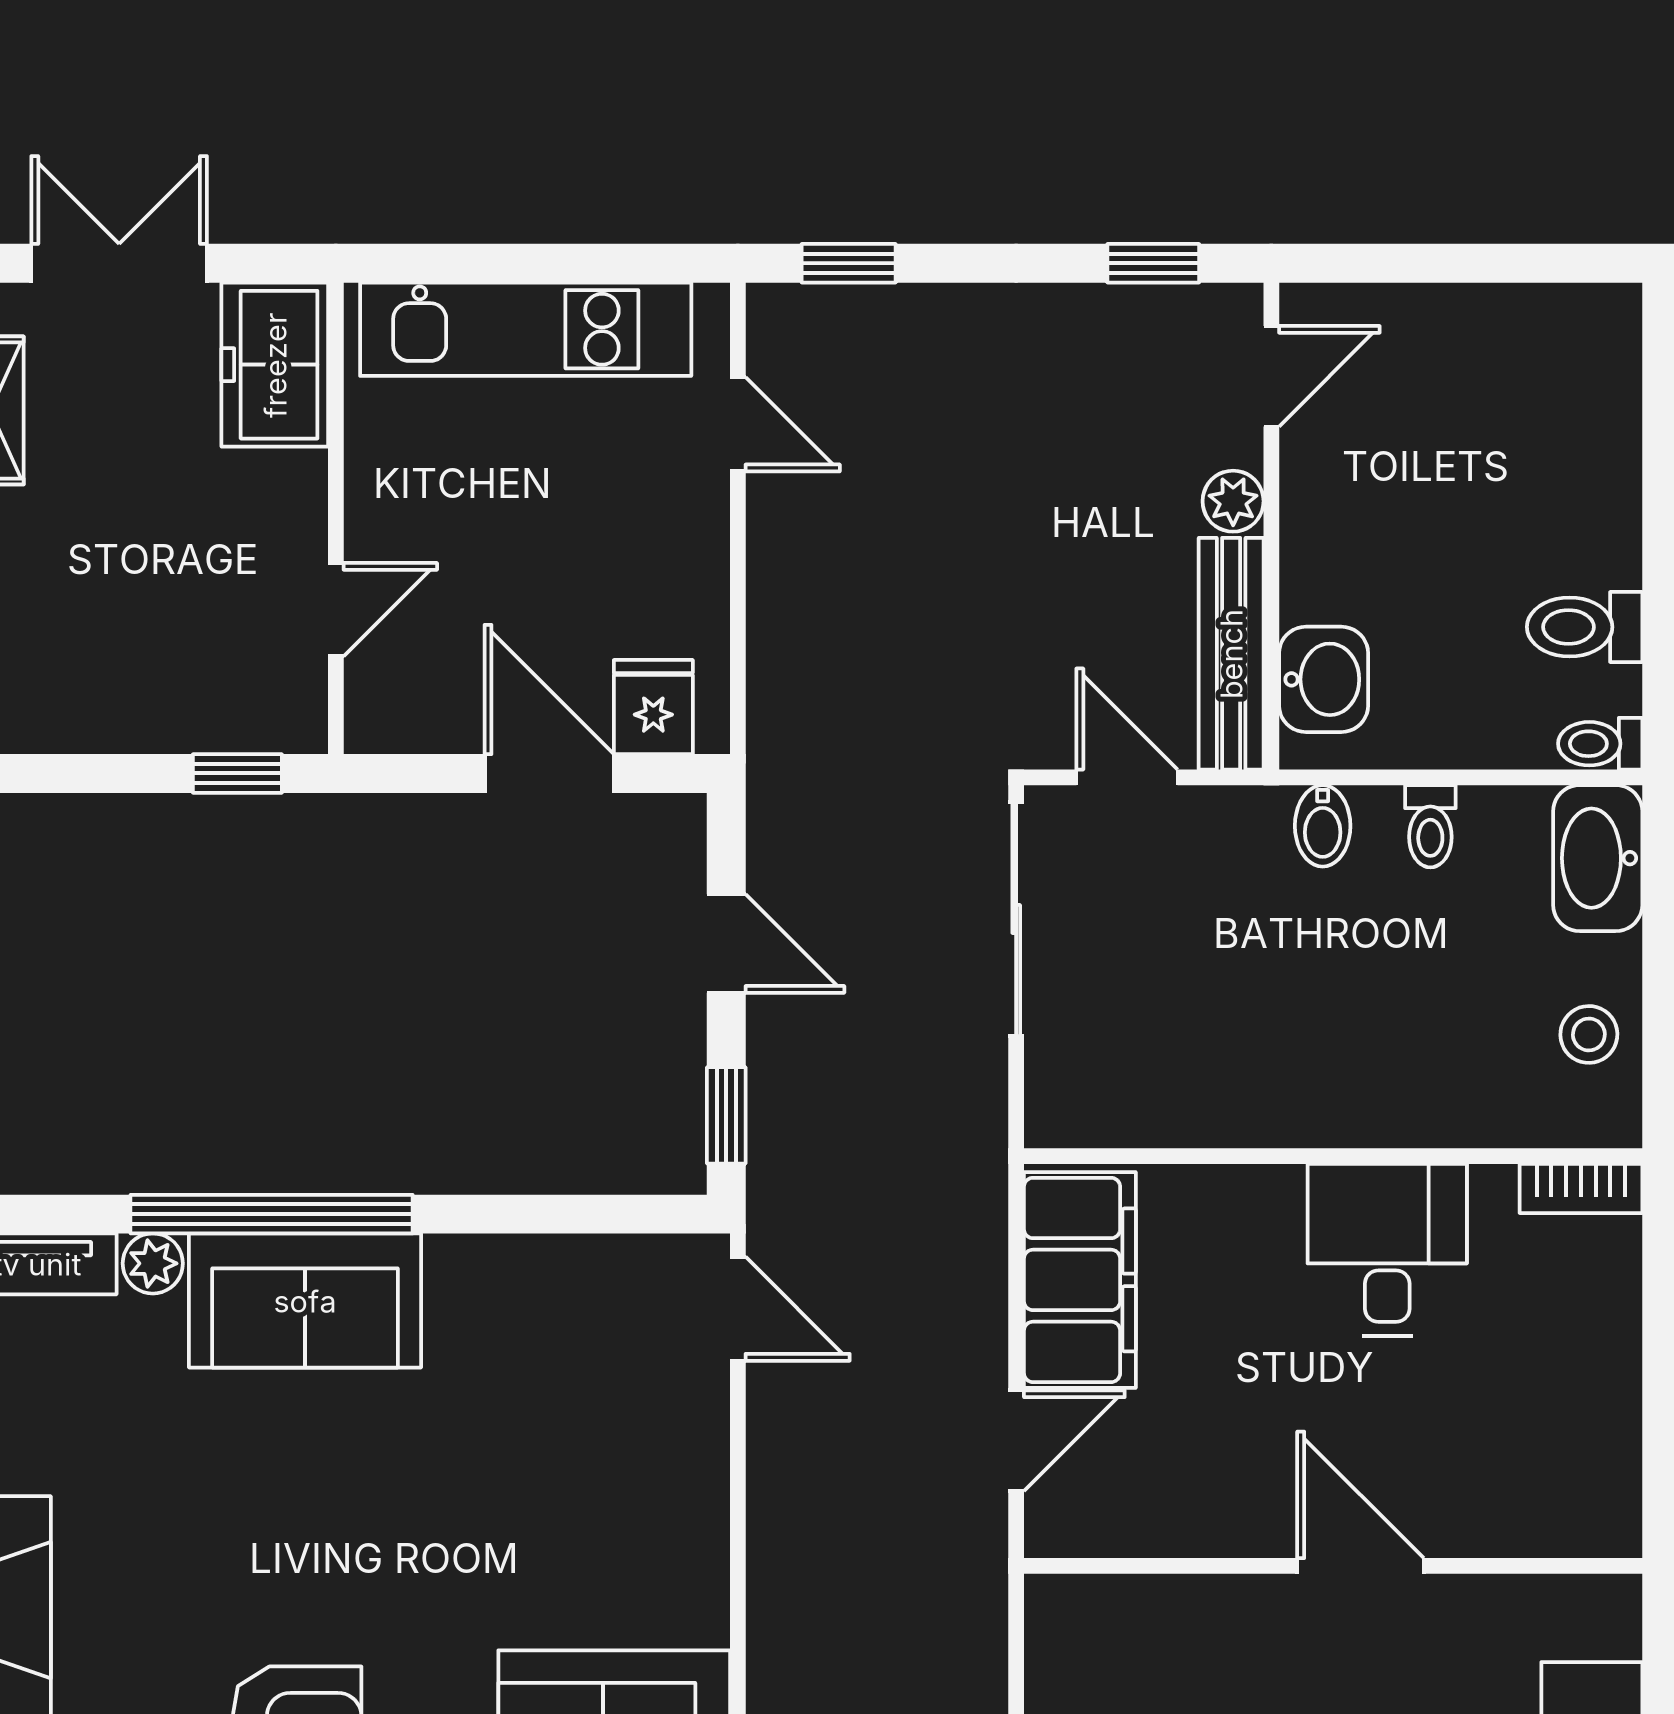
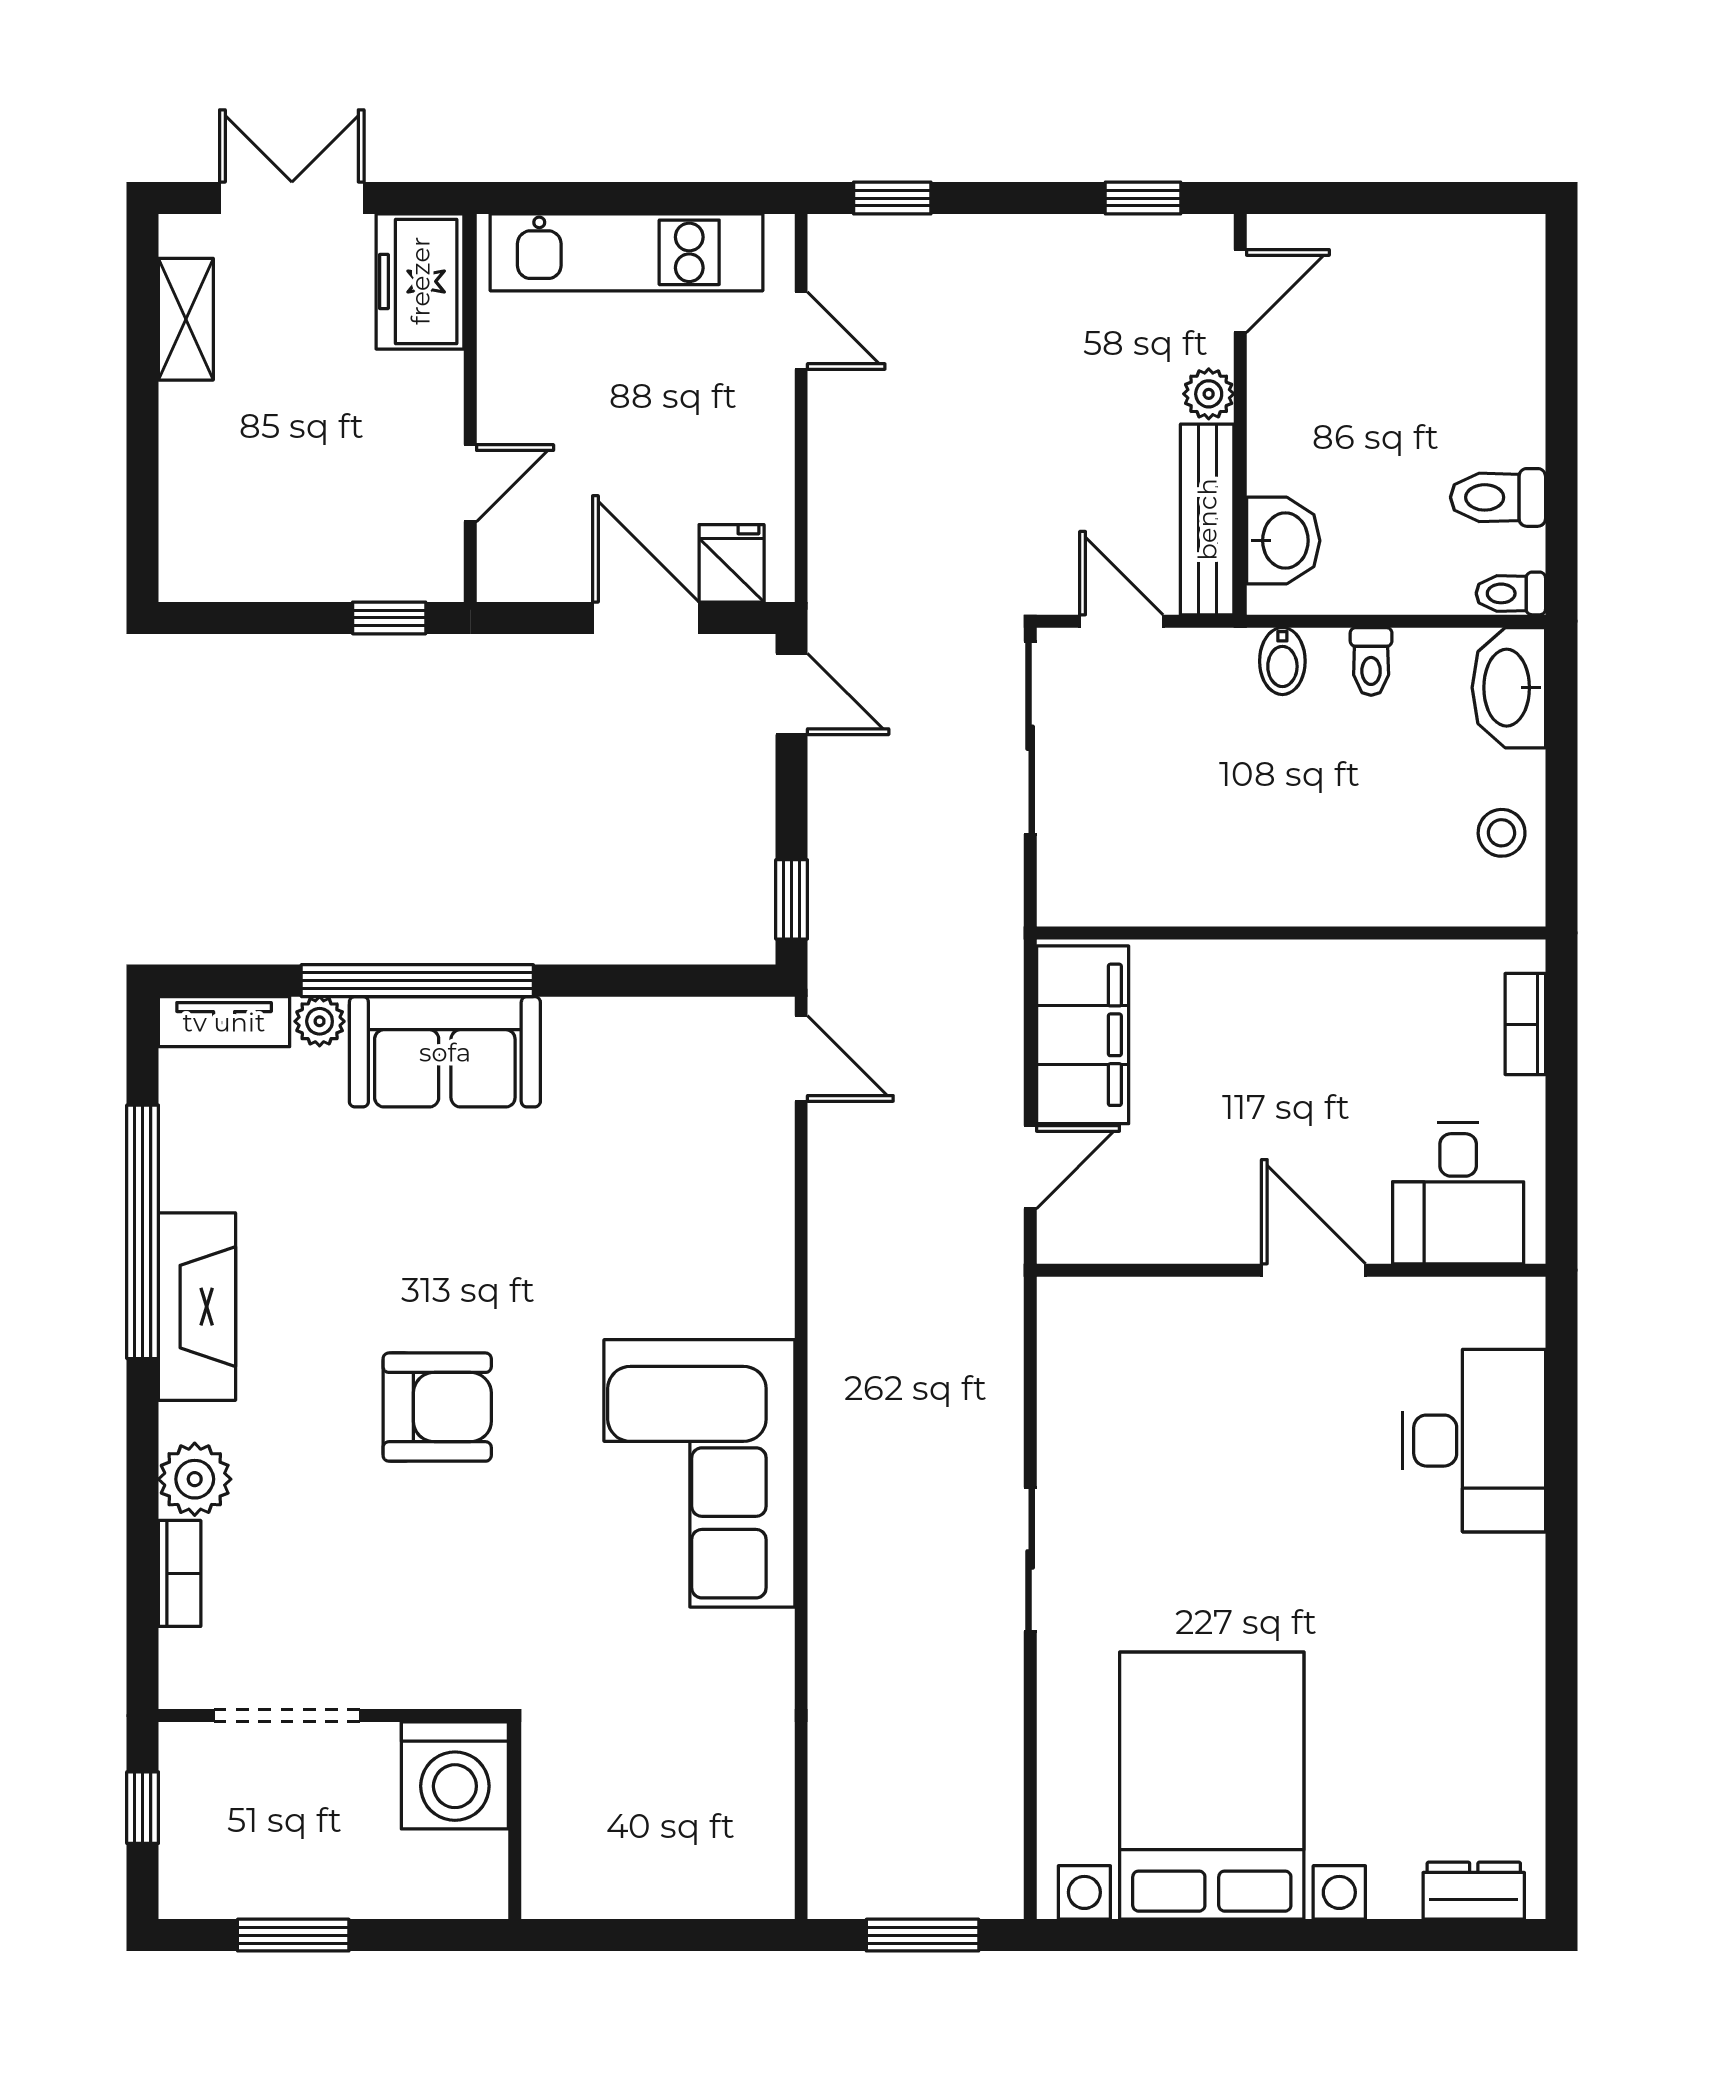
door: (726, 943) -> (792, 694), moved
bookcase: (1581, 1188) -> (1525, 1024), moved, turned 90
desk: (1387, 1250) -> (1458, 1193), moved, turned 180

